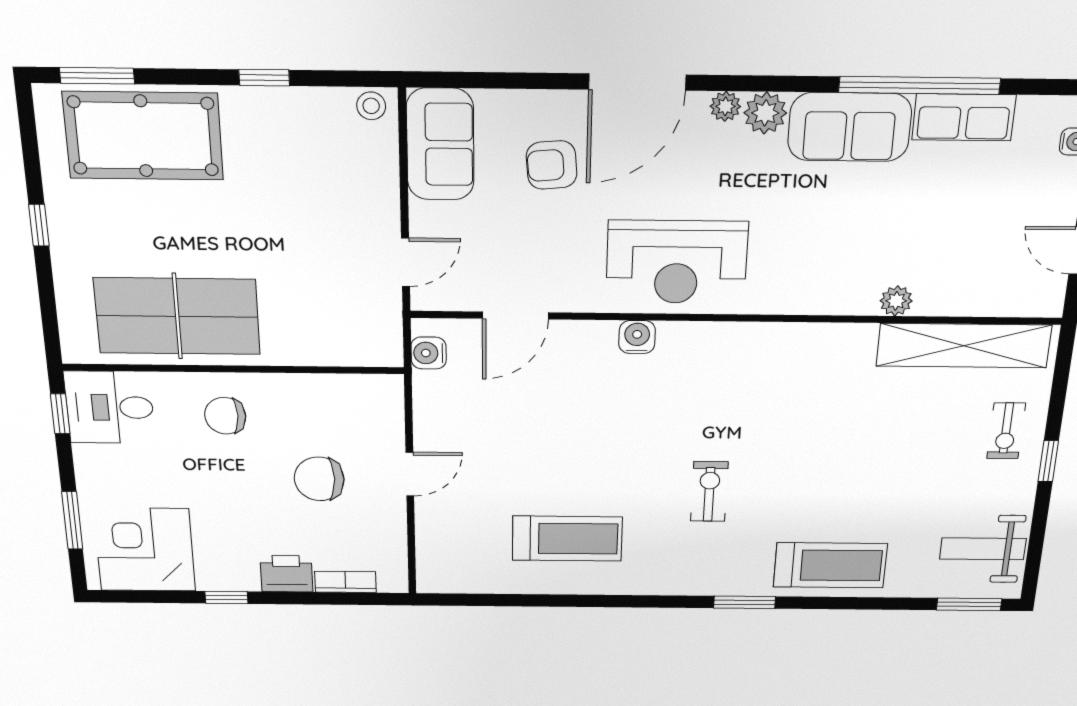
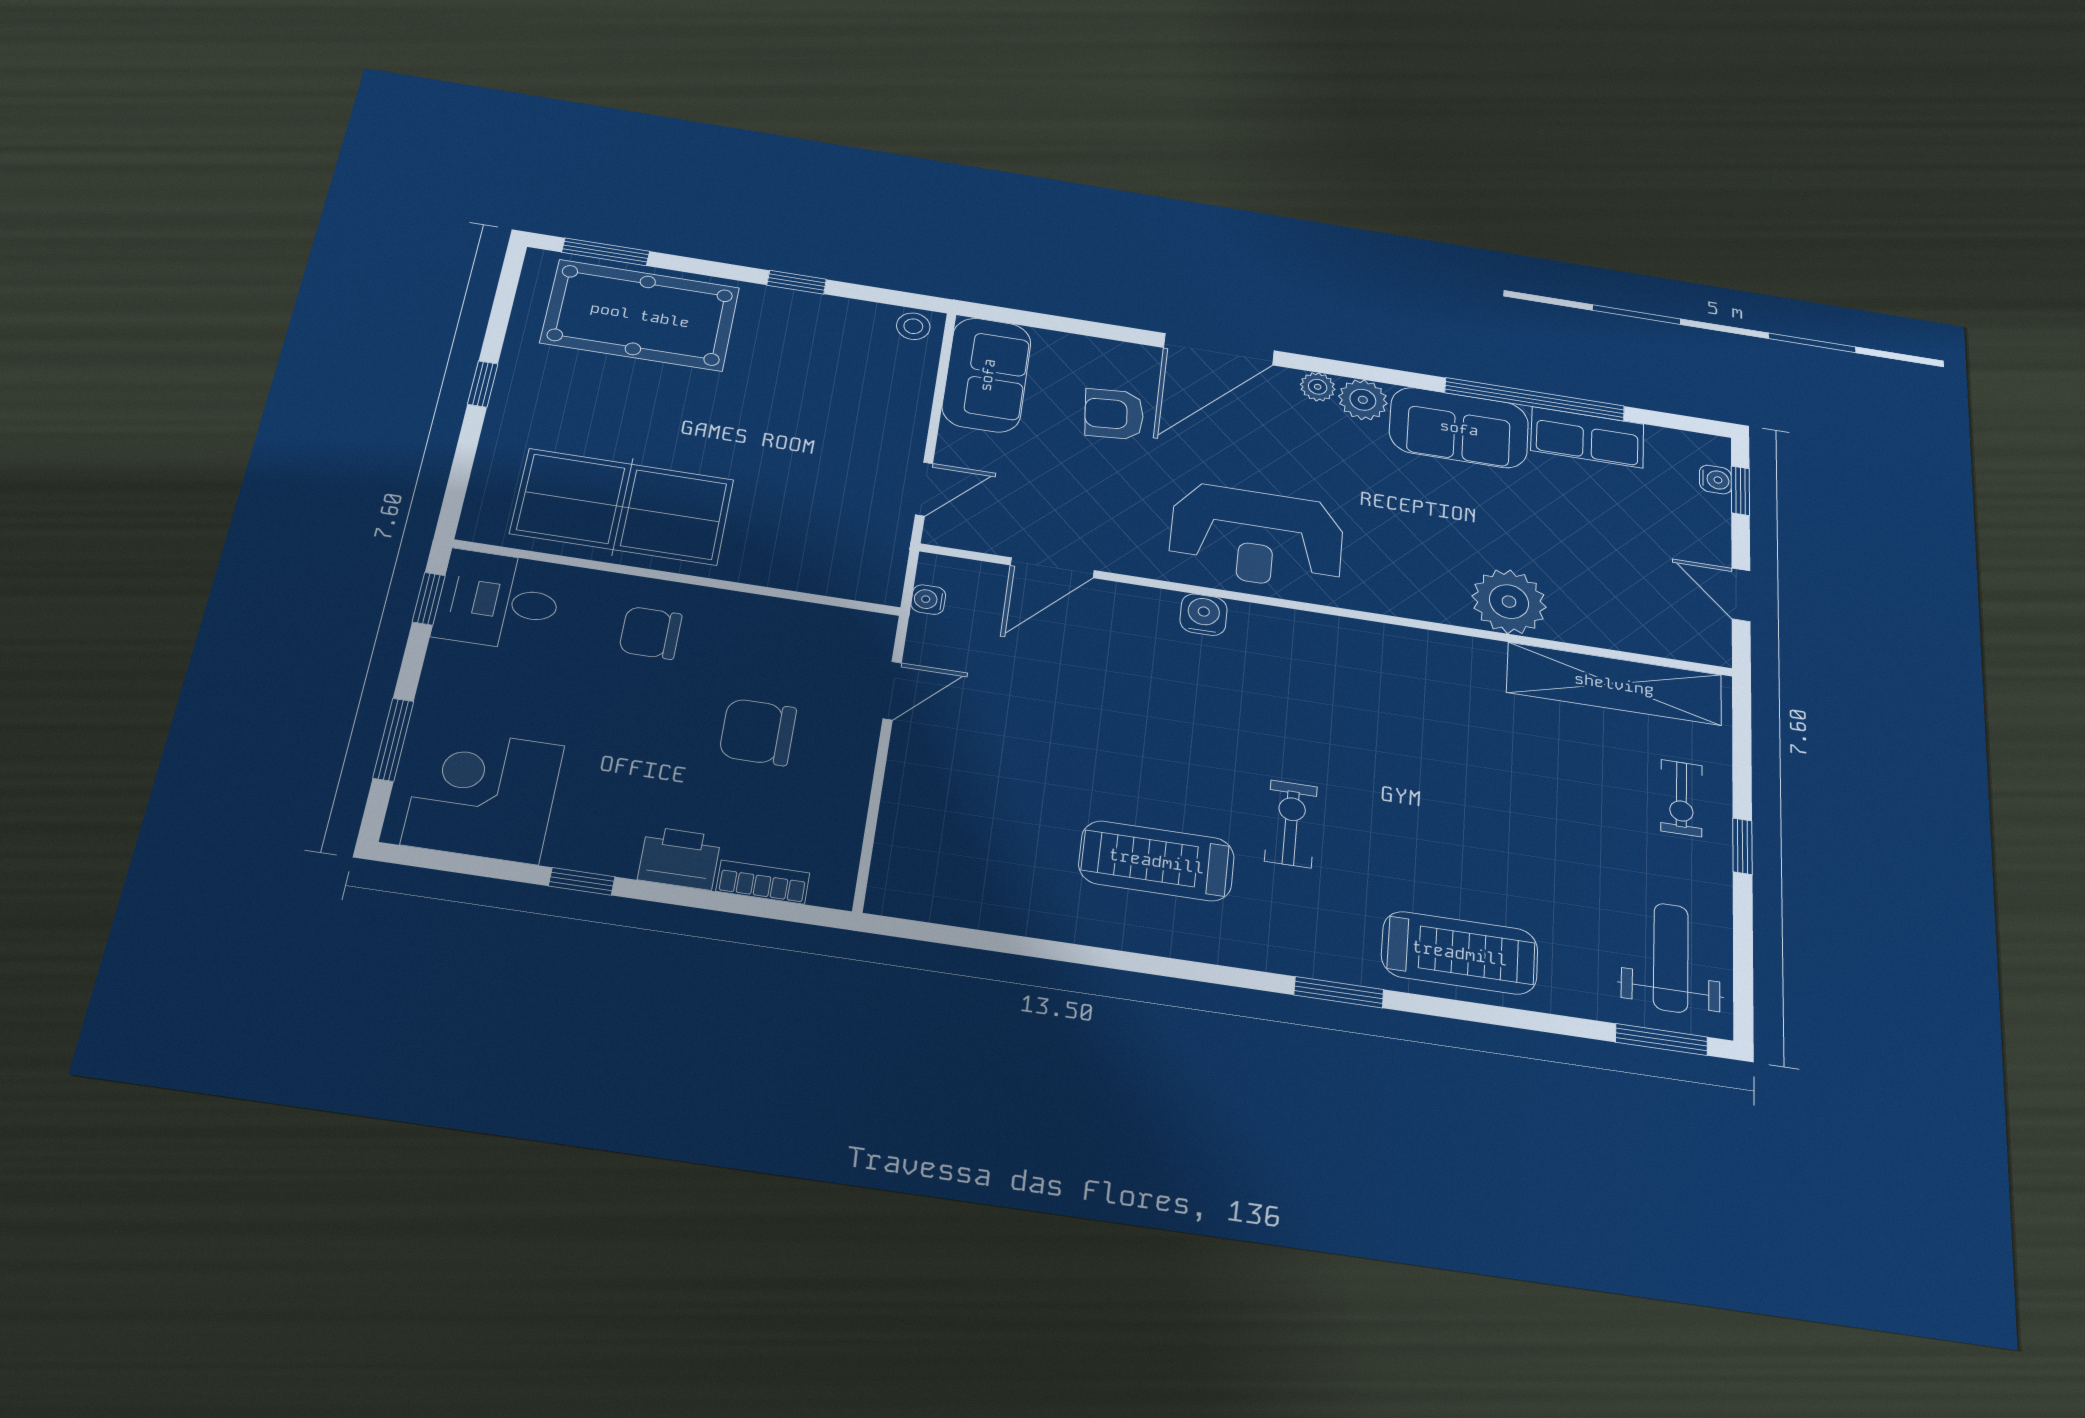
plant: (896, 301) -> (1509, 602), width x1.87, depth x1.87
water cooler: (429, 353) -> (928, 600), width x0.72, depth x0.72
door: (410, 474) -> (892, 691), moved
treadmill: (567, 539) -> (1157, 861), moved, turned 180
weight bench: (983, 549) -> (1671, 958), turned 90

